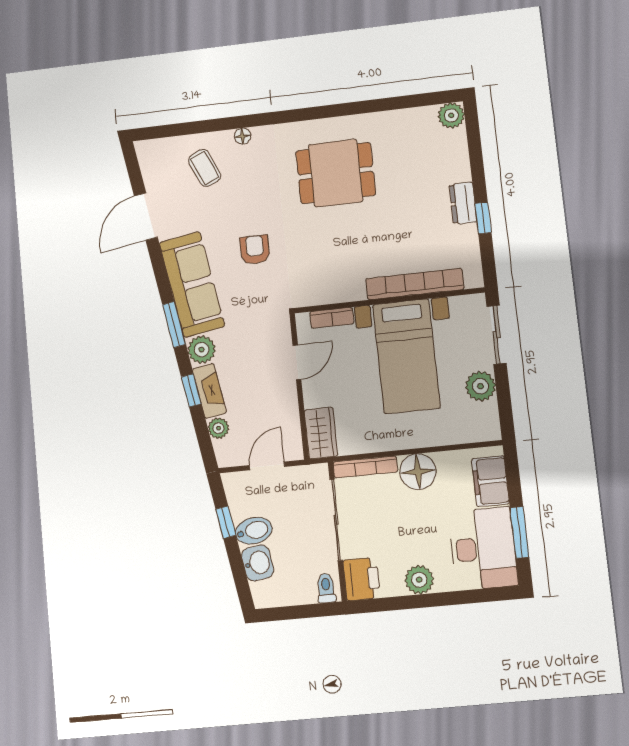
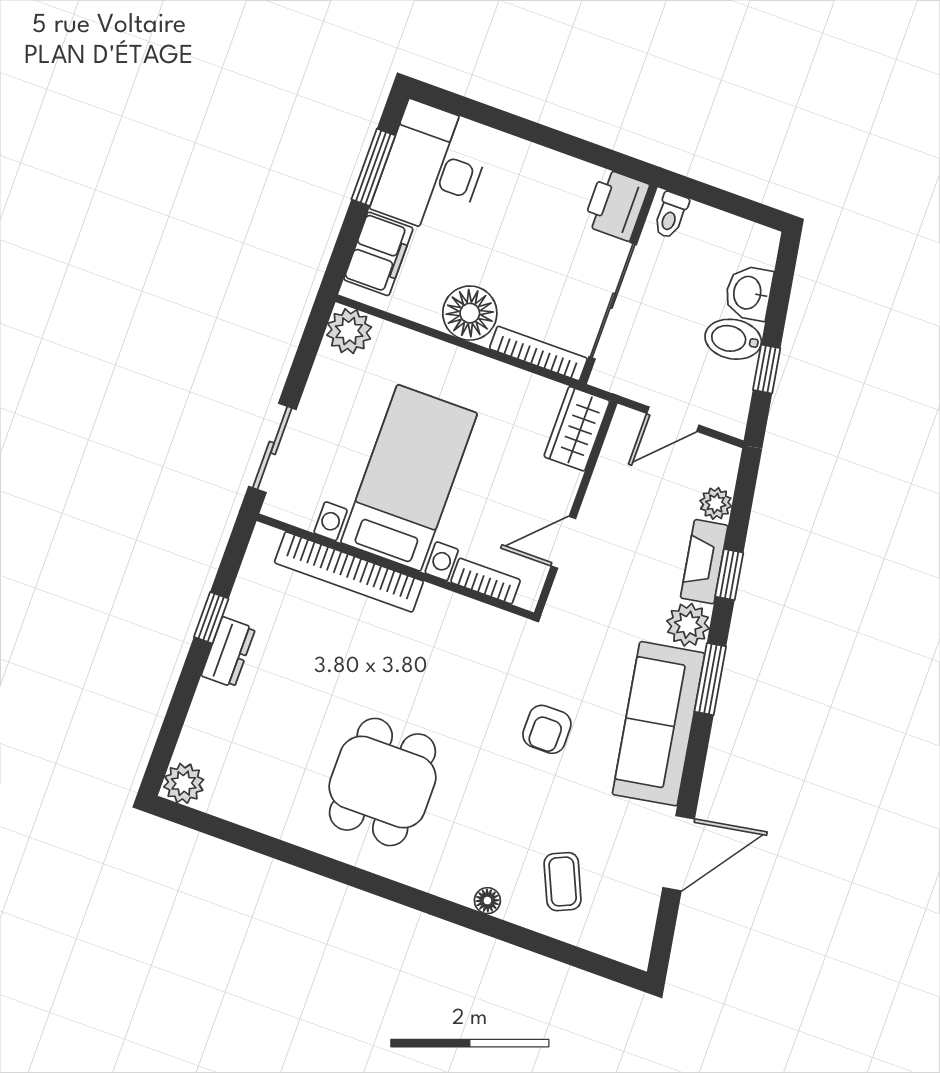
dining table: (336, 173) -> (382, 782), turned 90
plant: (481, 386) -> (349, 331), moved
plant: (419, 580) -> (539, 167), removed

